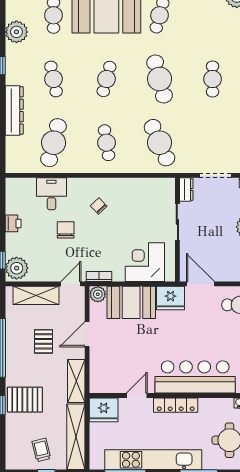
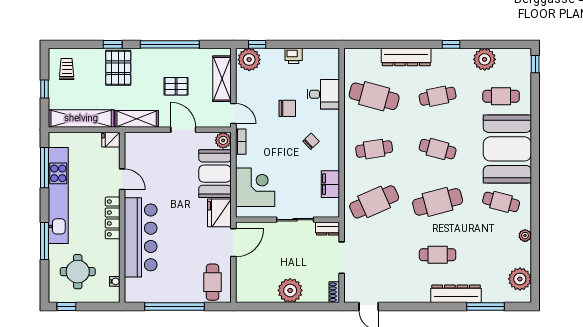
filing cabinet: (142, 187) -> (330, 184), added
fridge: (104, 410) -> (111, 140), width x0.53, depth x0.75
trolley: (41, 450) -> (67, 69), moved, turned -76

